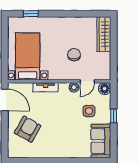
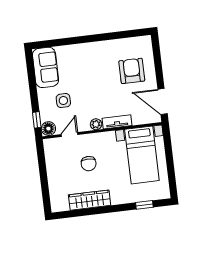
wardrobe: (104, 34) -> (90, 200), moved, turned -90
plant: (74, 87) -> (96, 124), moved
window: (114, 116) -> (37, 120), moved
armchair: (28, 129) -> (132, 71), turned 150

